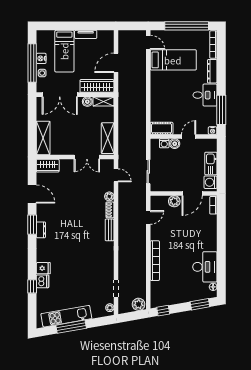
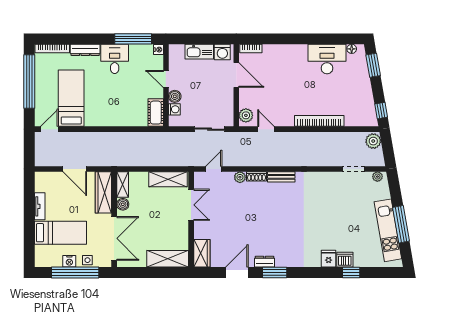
plant: (174, 201) -> (246, 115), moved
dresser: (41, 230) -> (265, 262), moved

